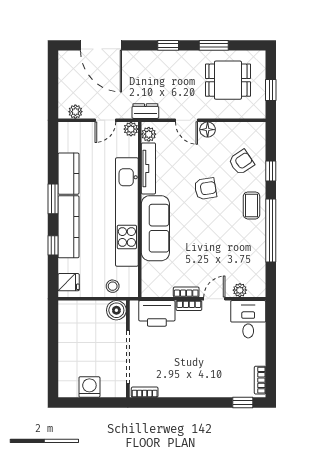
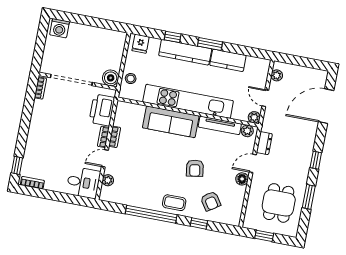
dresser: (145, 111) -> (264, 143), moved
door: (214, 299) -> (105, 158), swing flipped
washing machine: (89, 387) -> (59, 28), moved, turned 90

